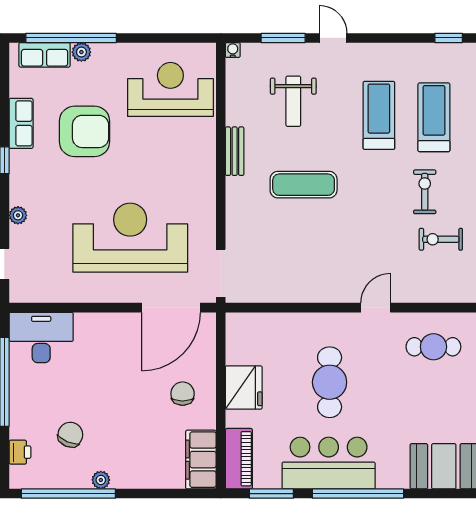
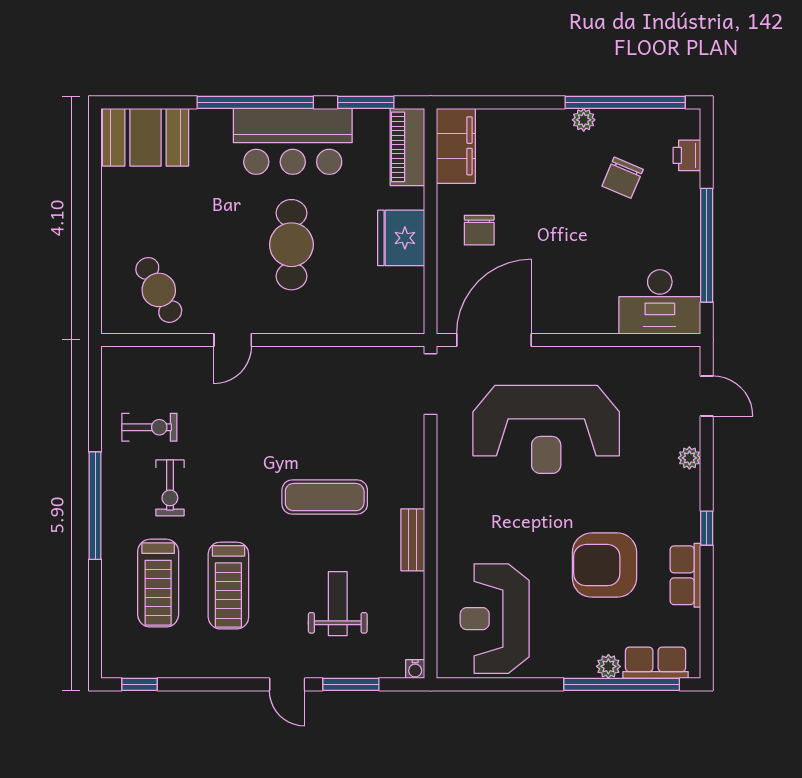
reception desk: (170, 89) -> (495, 619), turned 90
cafe table: (433, 347) -> (159, 290), turned 62

